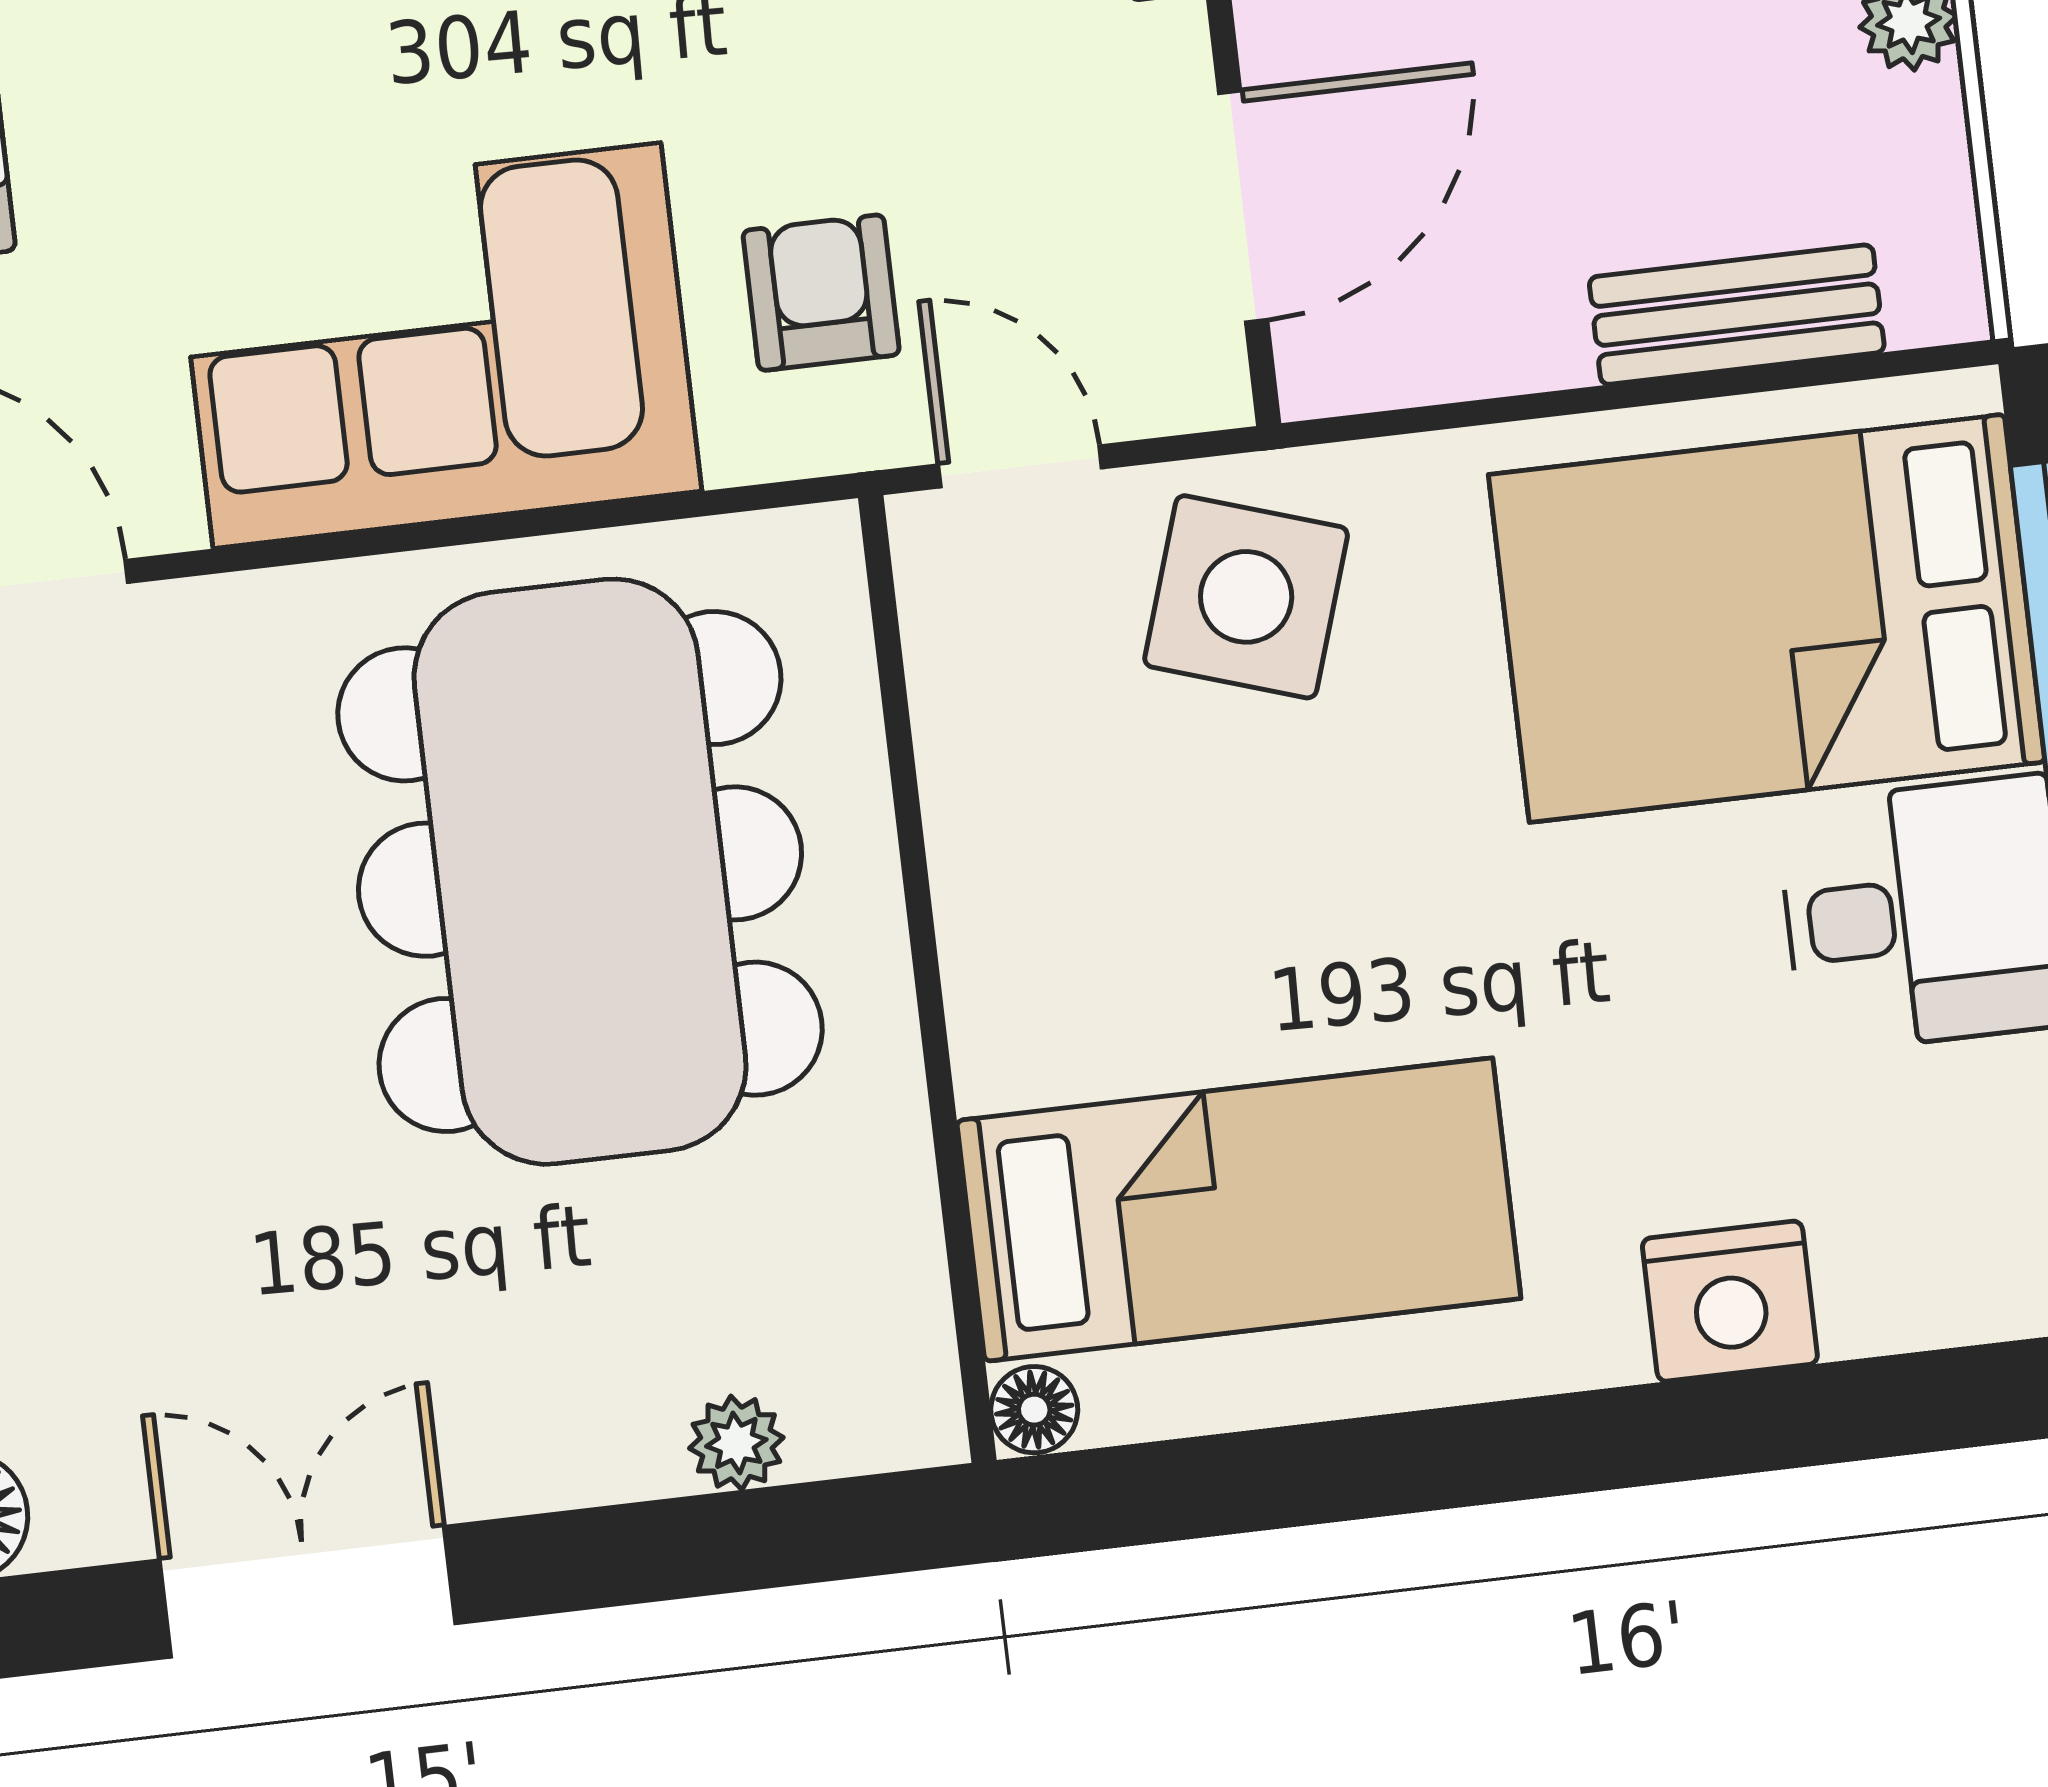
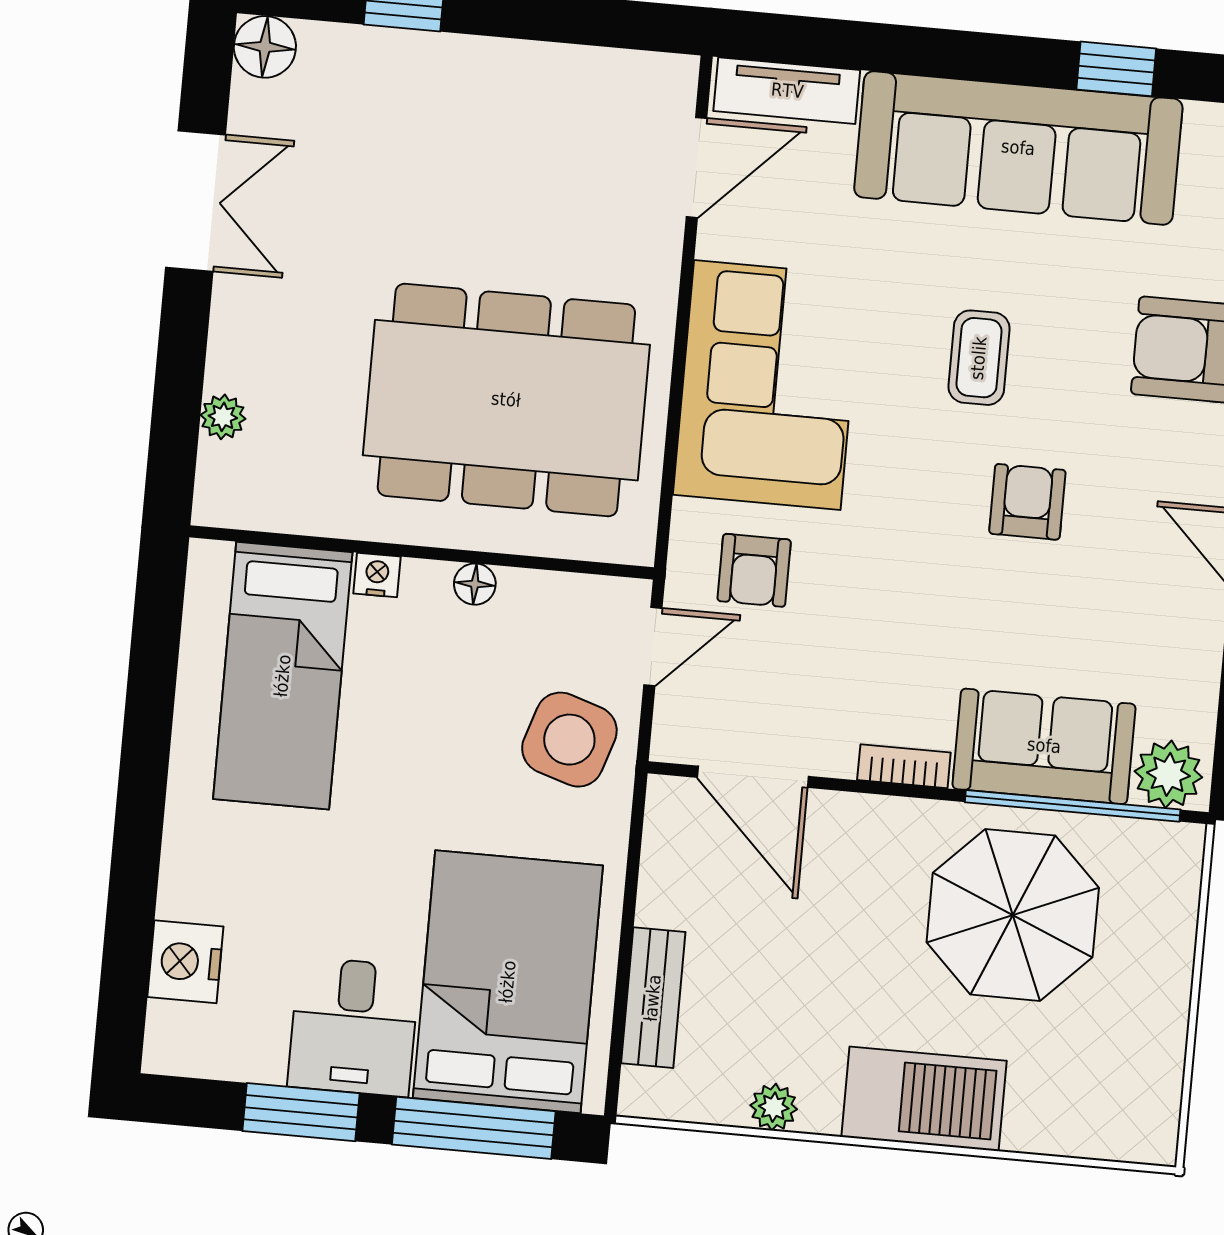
armchair: (821, 293) -> (754, 570), turned 90
nightstand: (993, 1060) -> (377, 575), added
nightstand: (1730, 1301) -> (185, 962), moved
floor lamp: (1034, 1410) -> (475, 584), moved

